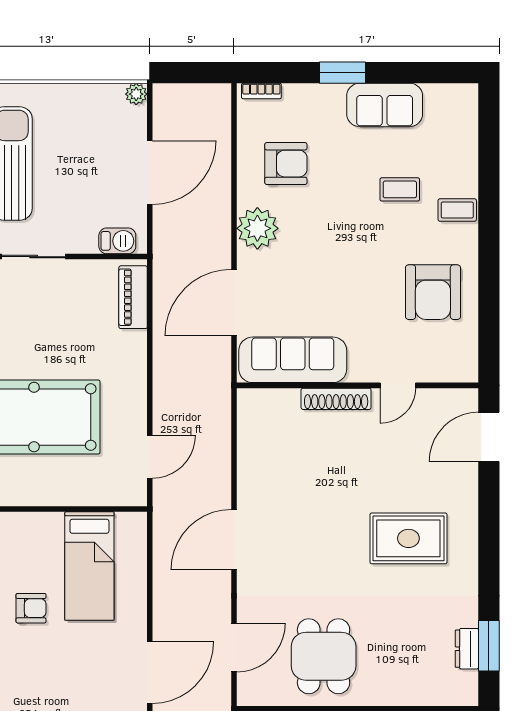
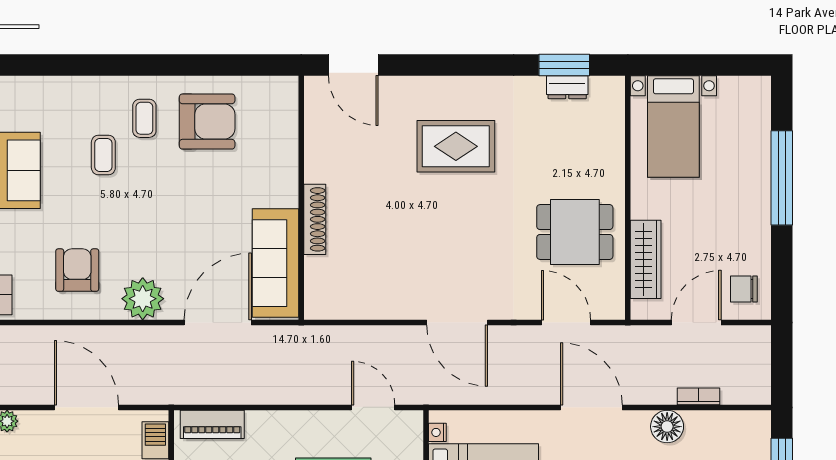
coffee table: (457, 210) -> (144, 118), moved
door: (234, 303) -> (218, 323), swing flipped
door: (398, 385) -> (301, 157), removed
nightstand: (125, 520) -> (437, 432), added
rug: (408, 538) -> (456, 146), turned 90

